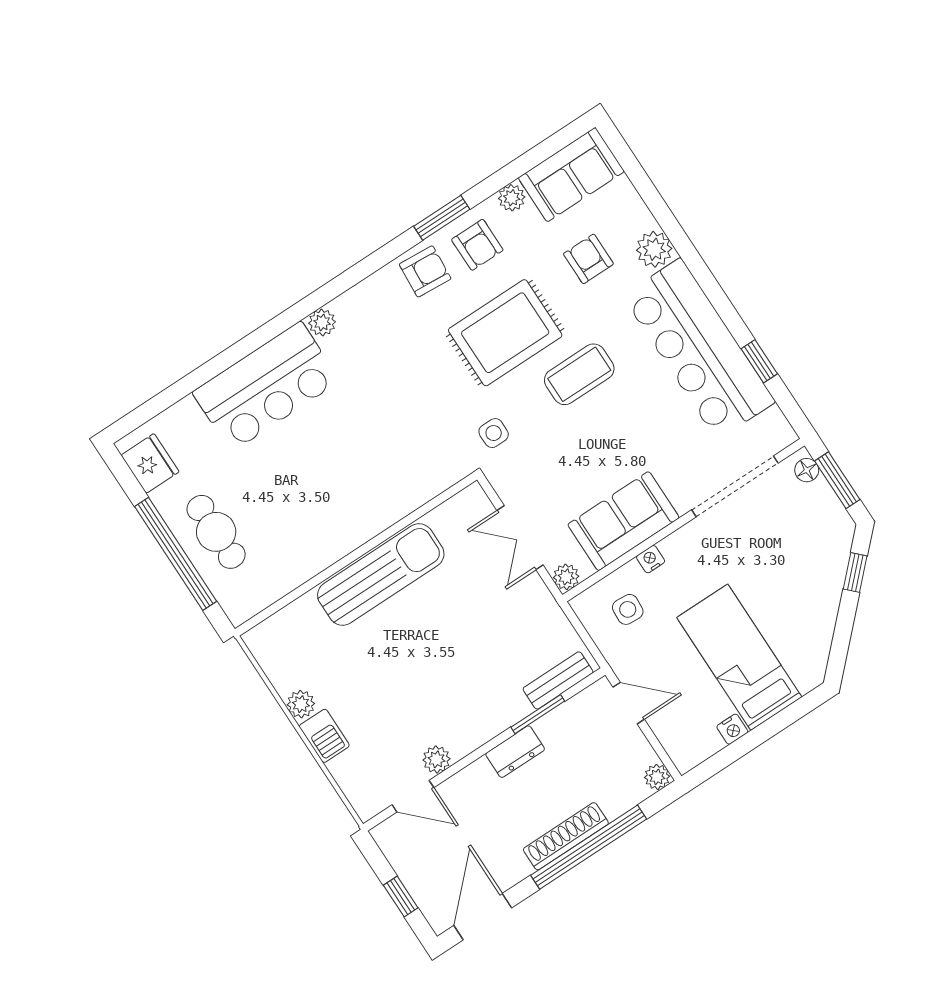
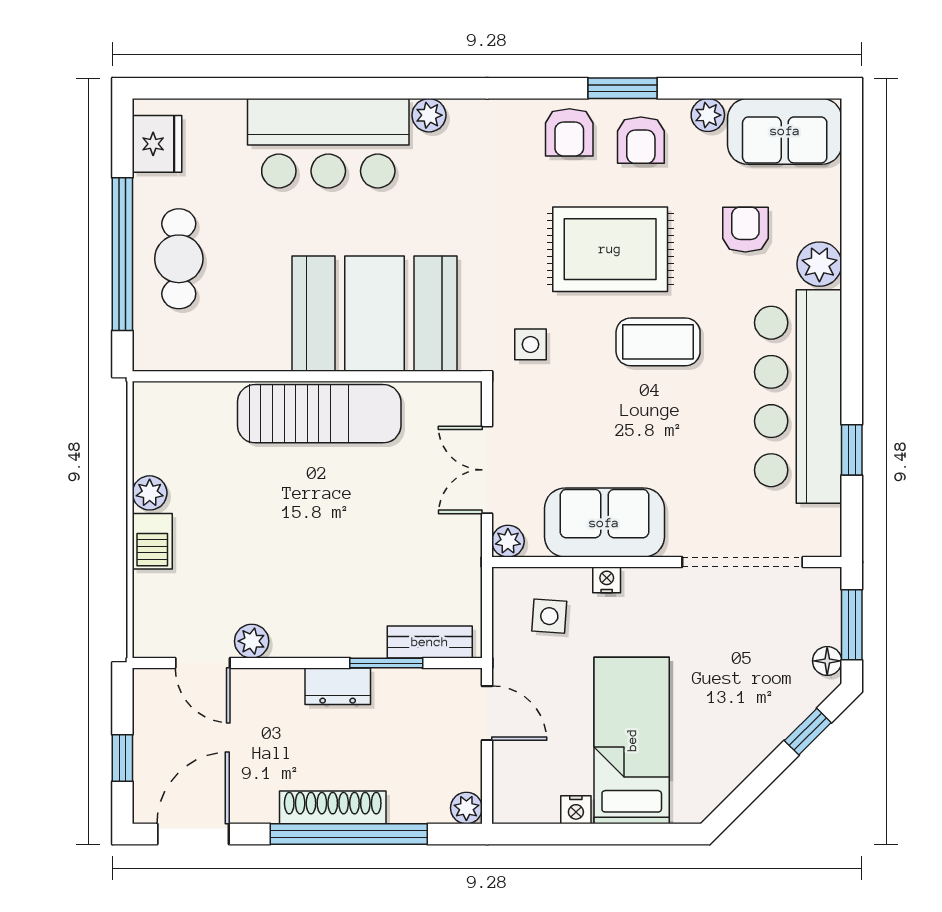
armchair: (425, 271) -> (569, 132), turned 86
floor lamp: (807, 470) -> (827, 661), moved
booth: (374, 482) -> (374, 314), added

